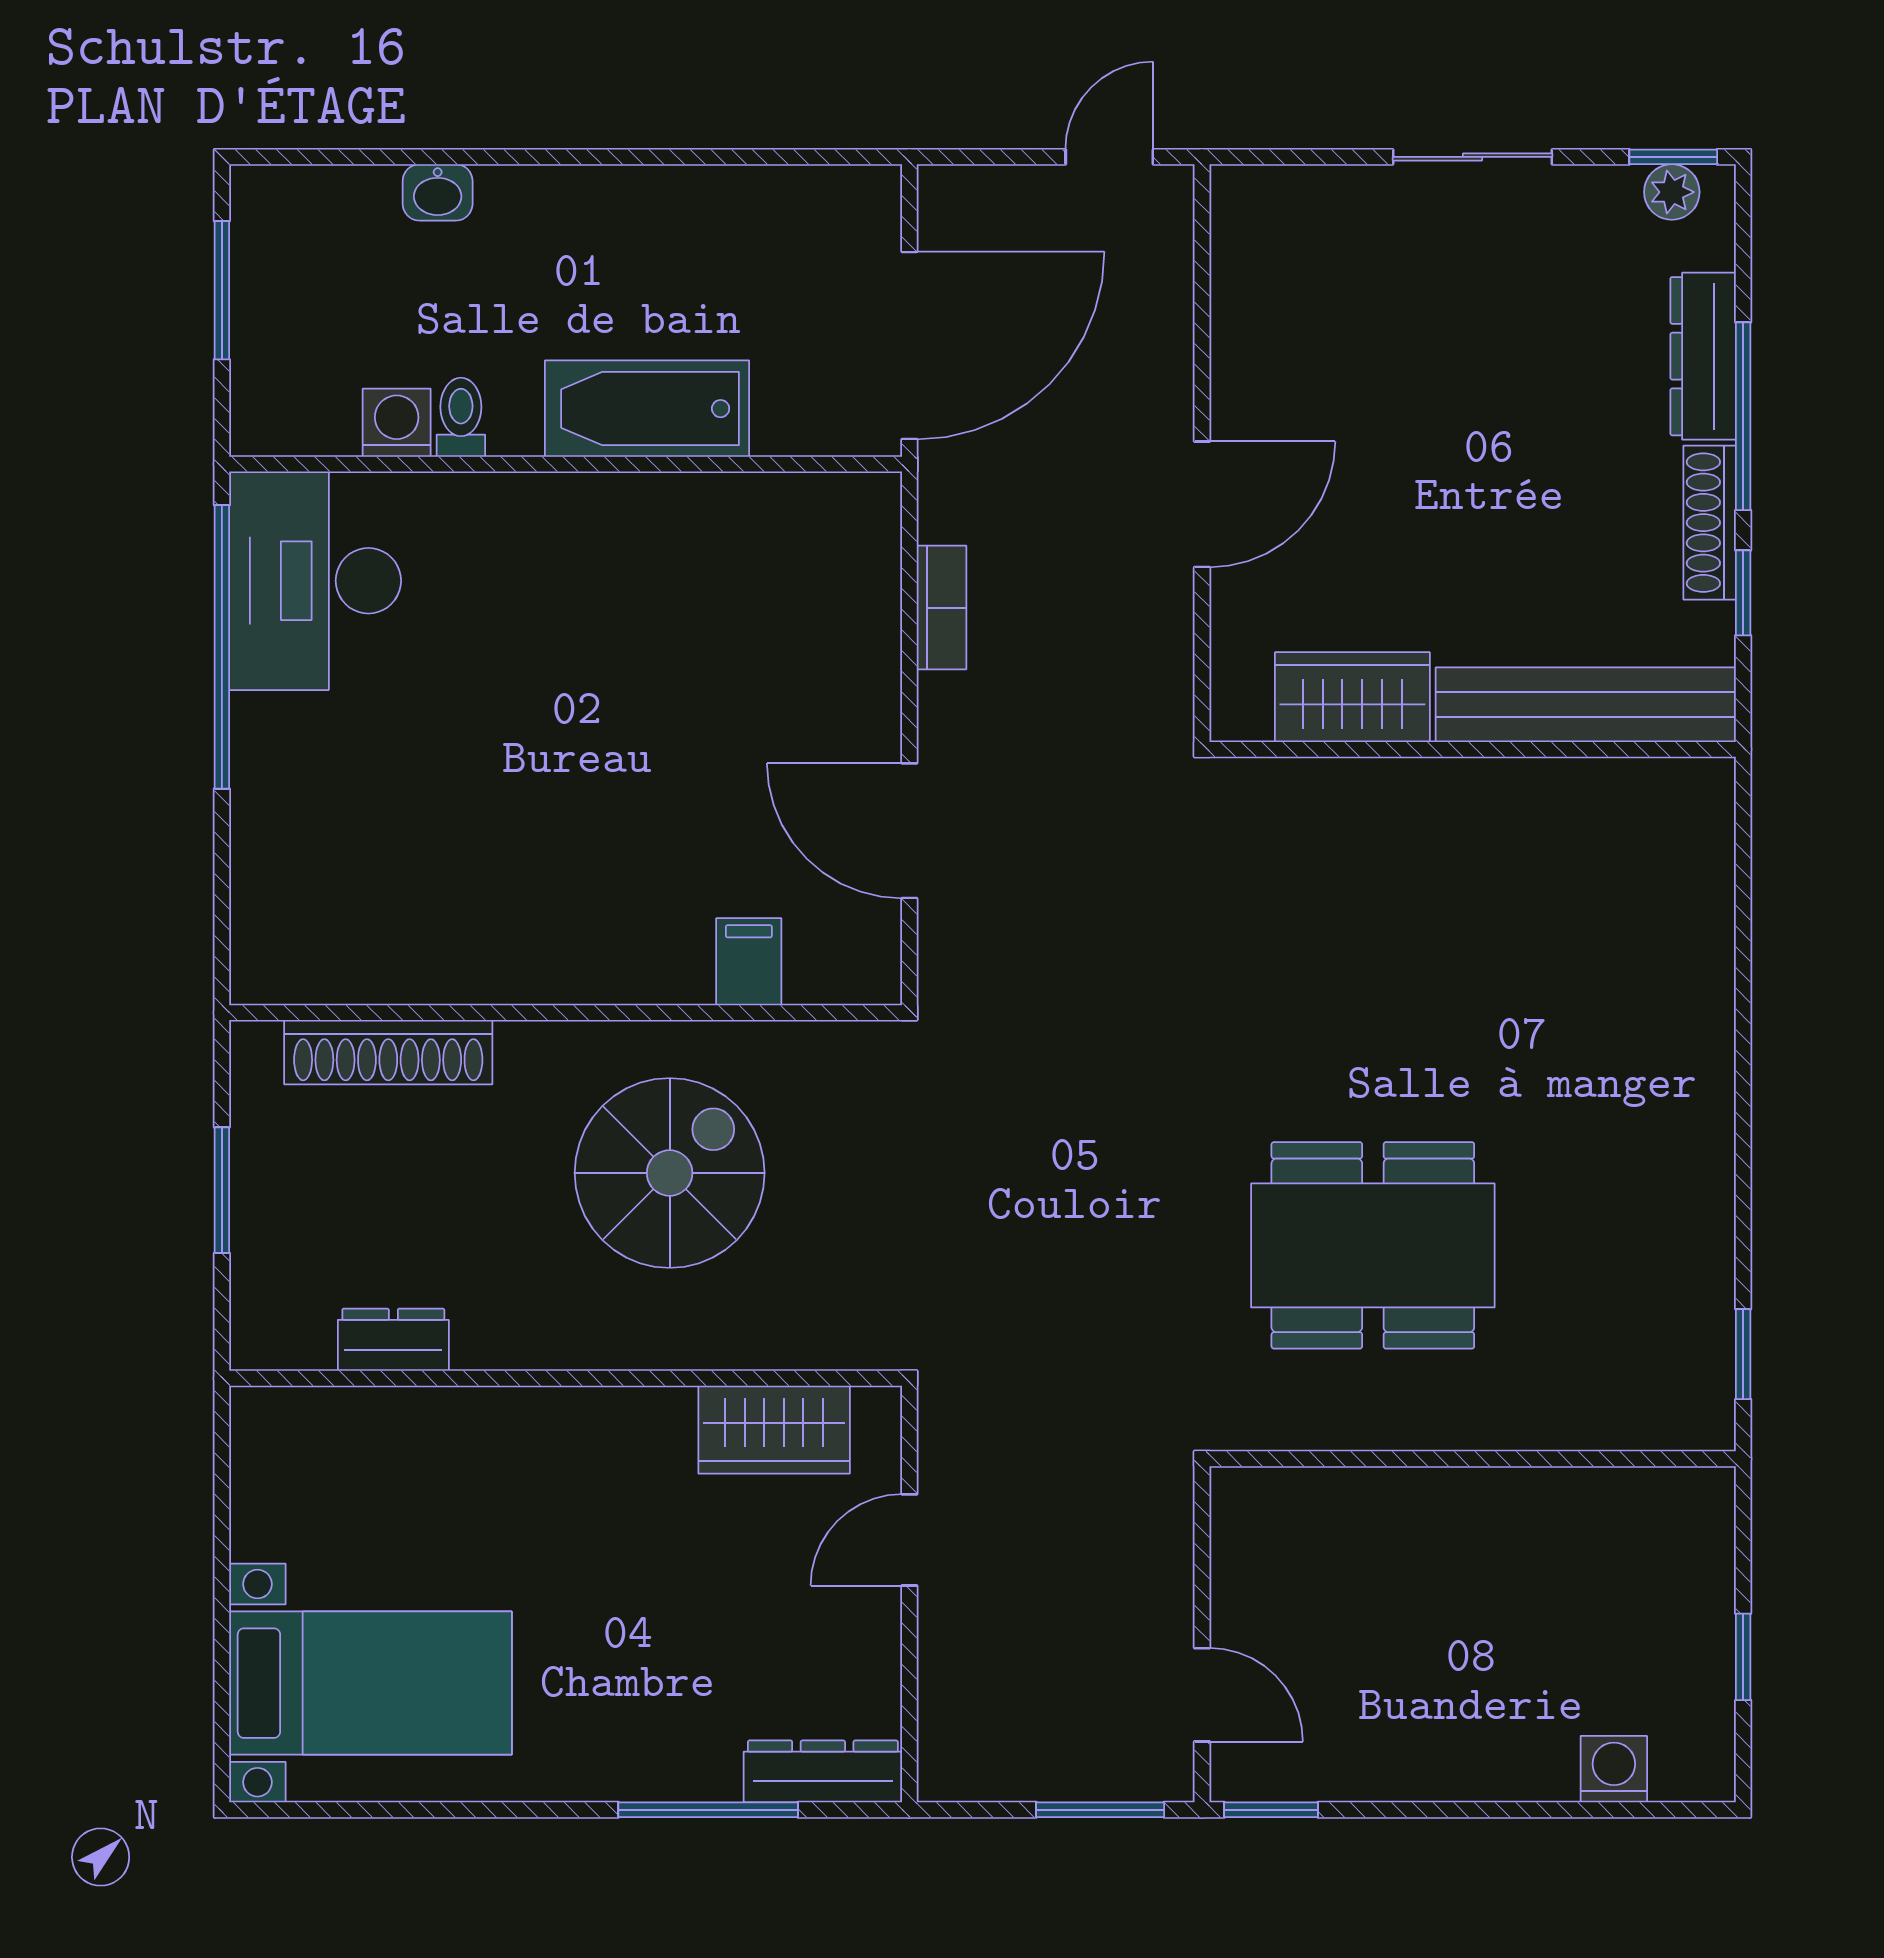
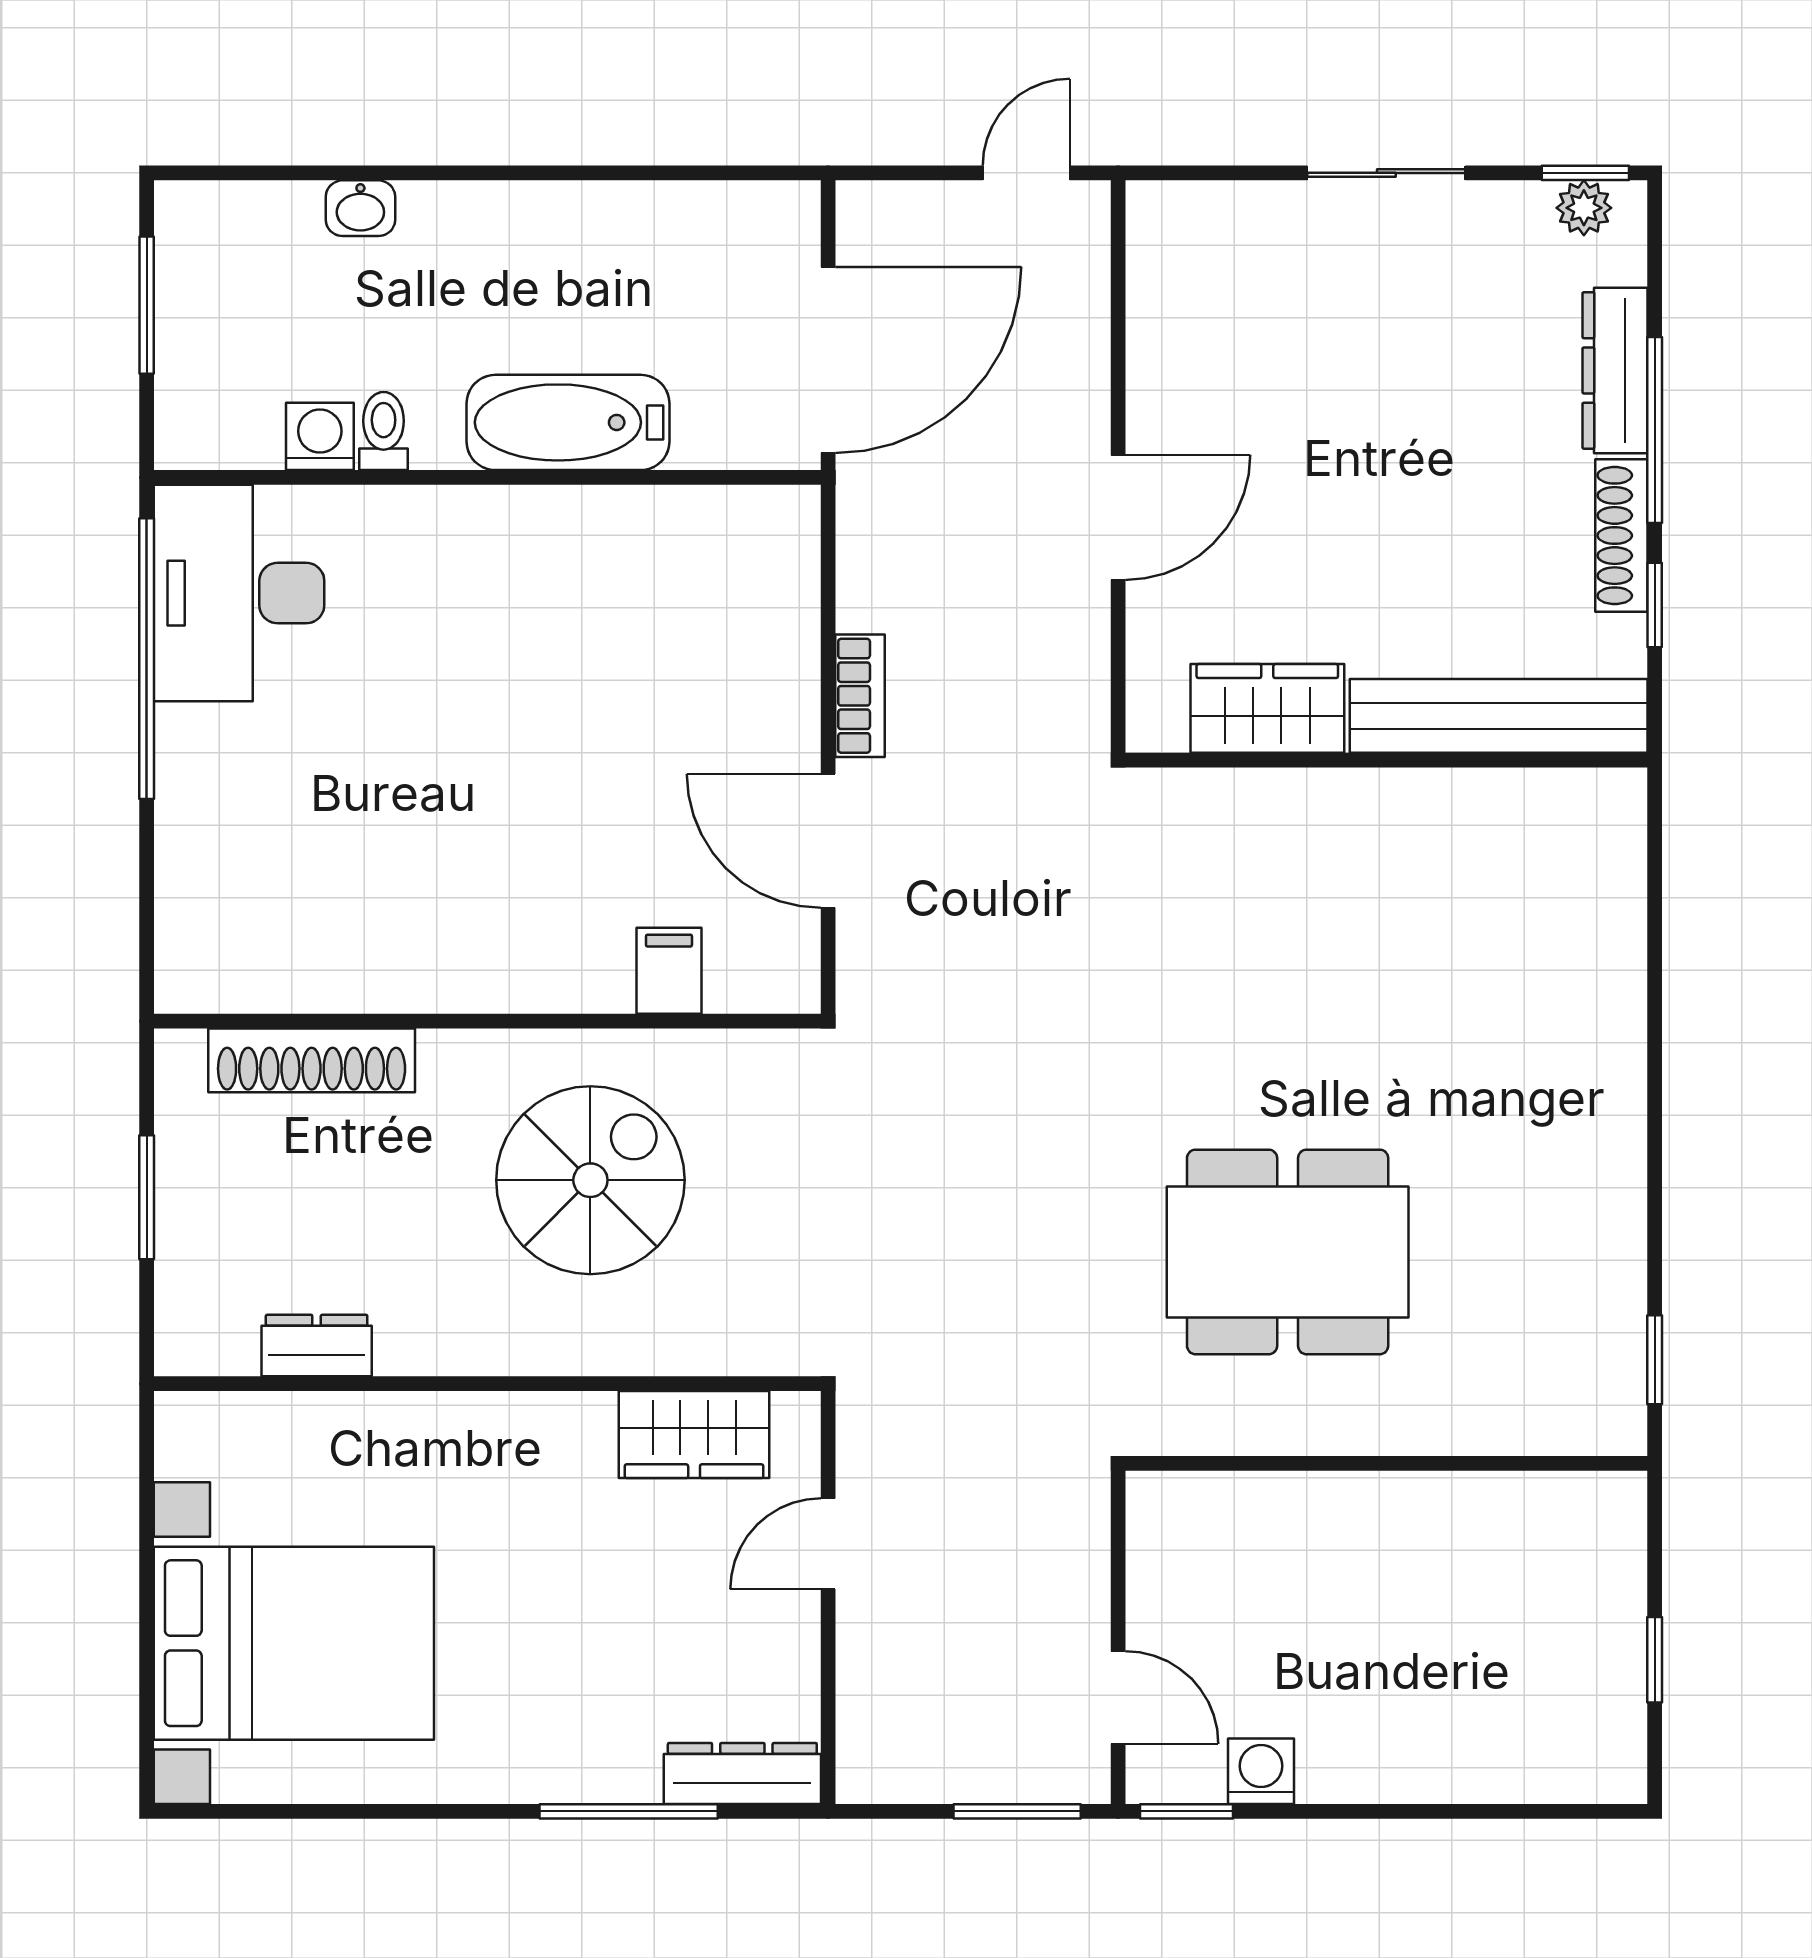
bookcase: (941, 608) -> (860, 696), moved
bed with nightstands: (370, 1683) -> (294, 1643), width x1.36
washing machine: (1614, 1769) -> (1261, 1771), moved

